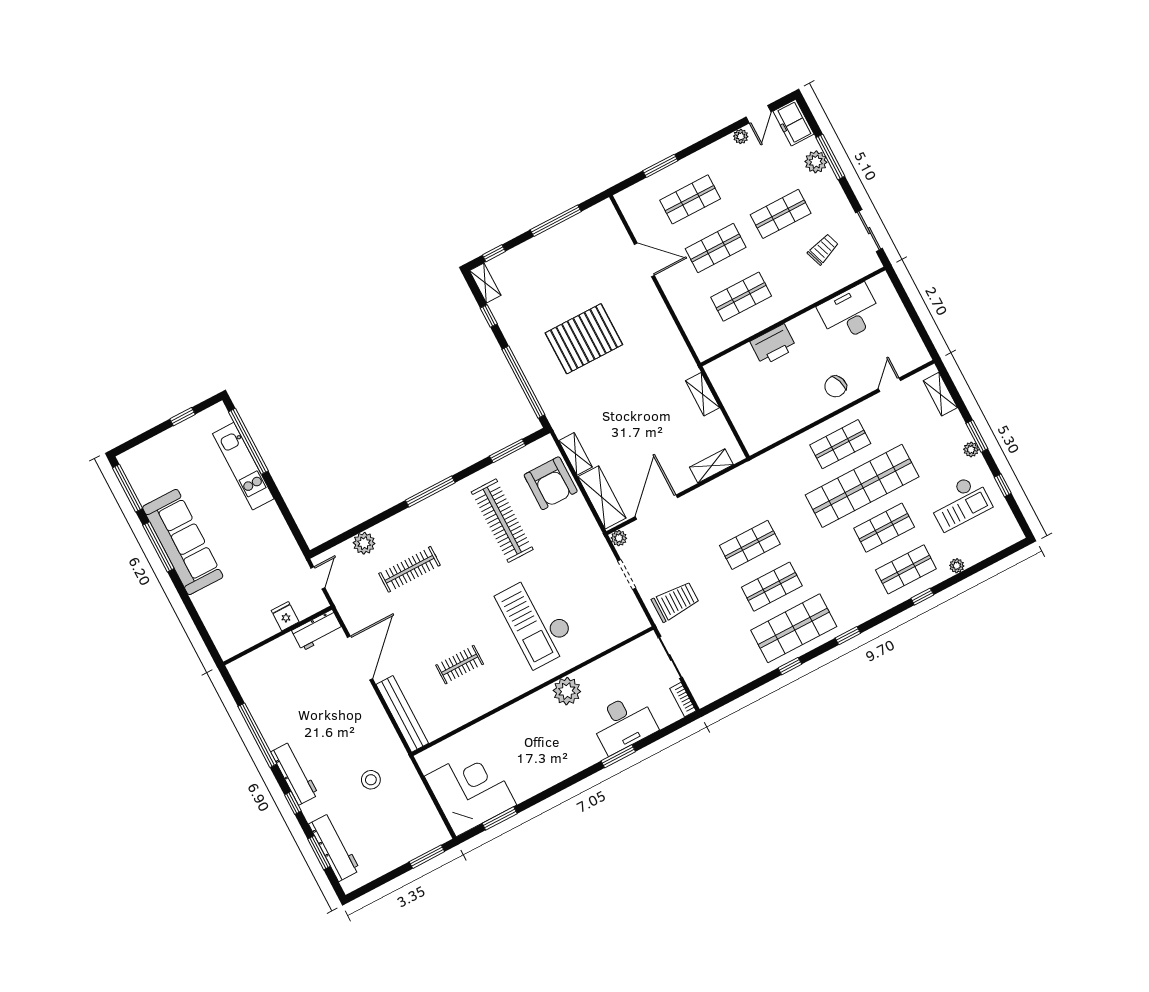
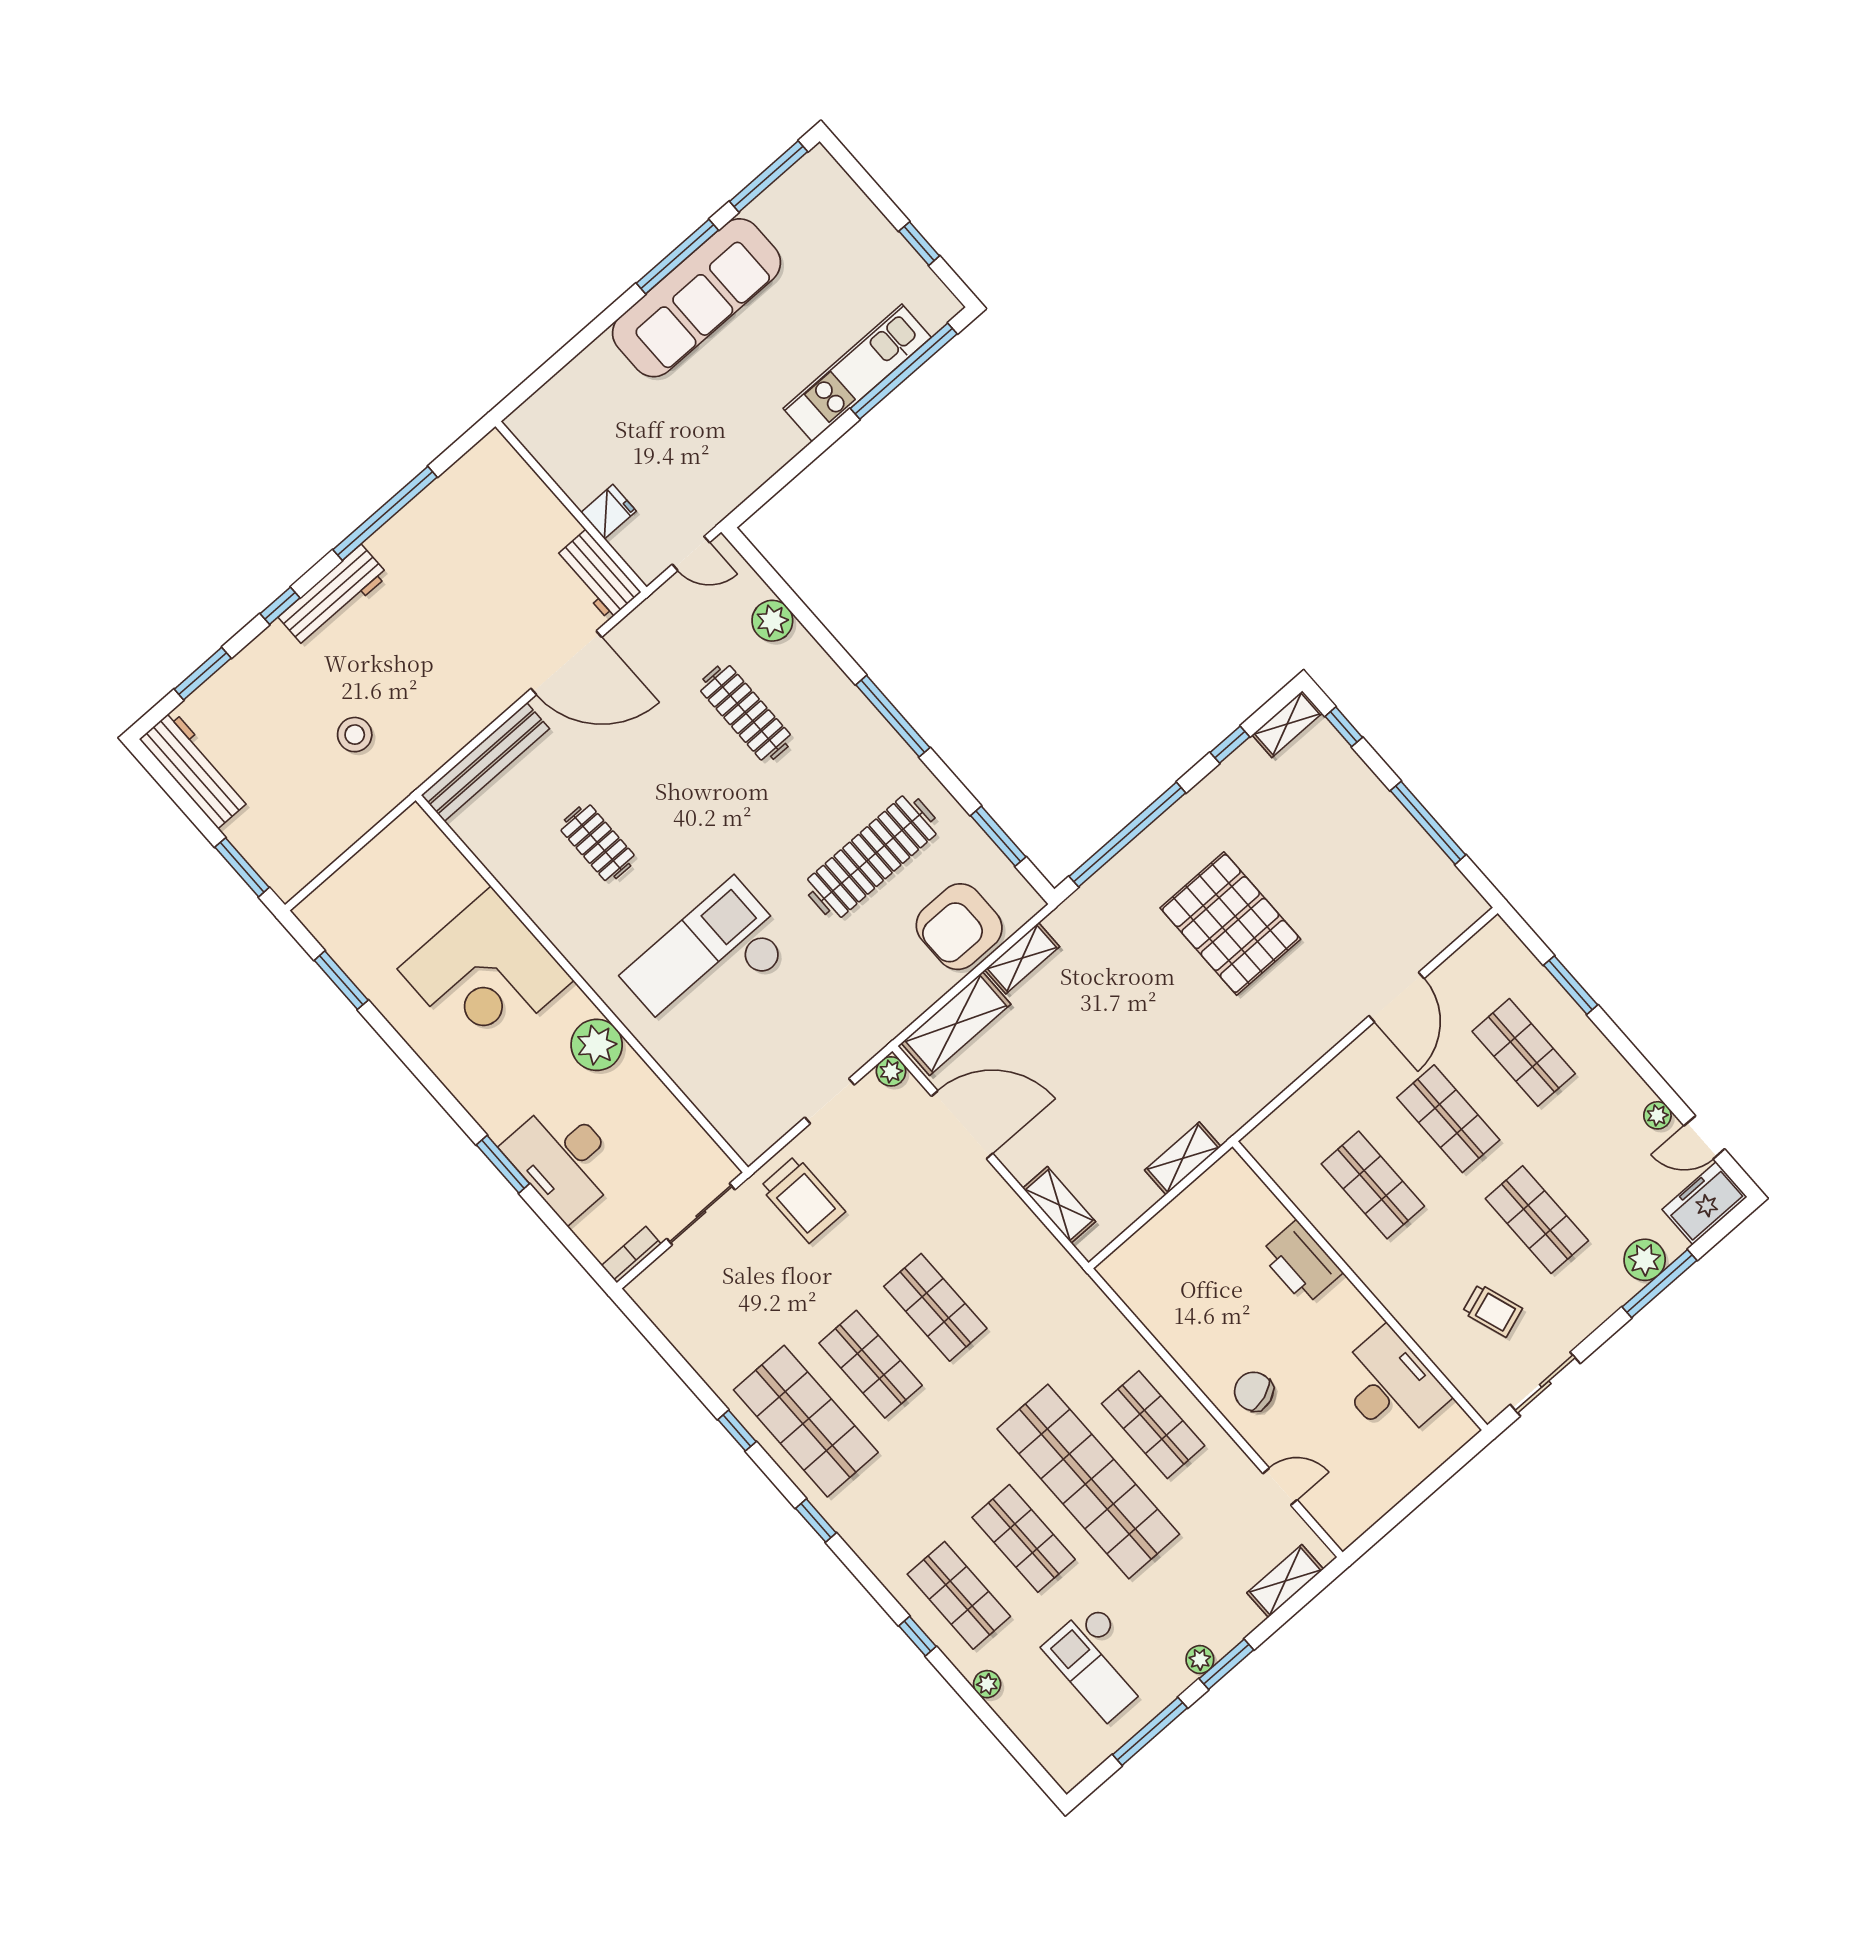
window: (1003, 485) -> (1150, 1731), width x2.17
corner desk: (471, 791) -> (485, 975), moved, turned 90
workbench: (334, 847) -> (195, 769), moved, turned -90

